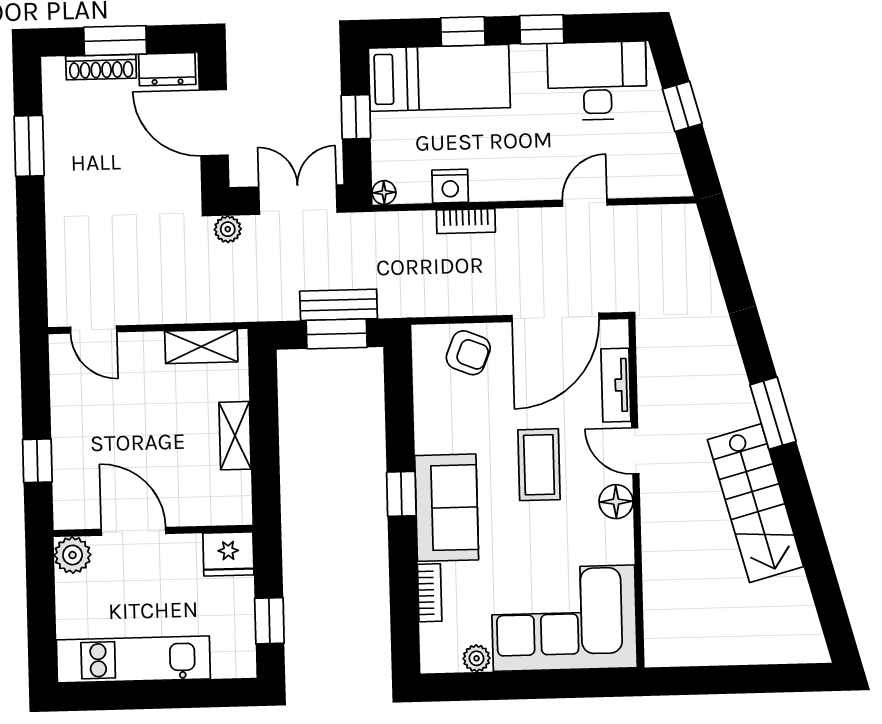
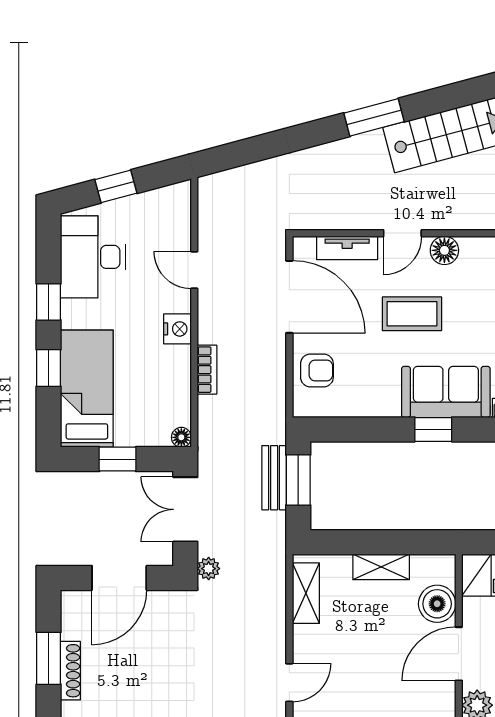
dresser: (167, 69) -> (74, 616), removed
nightstand: (450, 186) -> (178, 329), moved
armchair: (468, 353) -> (317, 370), turned 68
boiler: (193, 504) -> (437, 604), added

